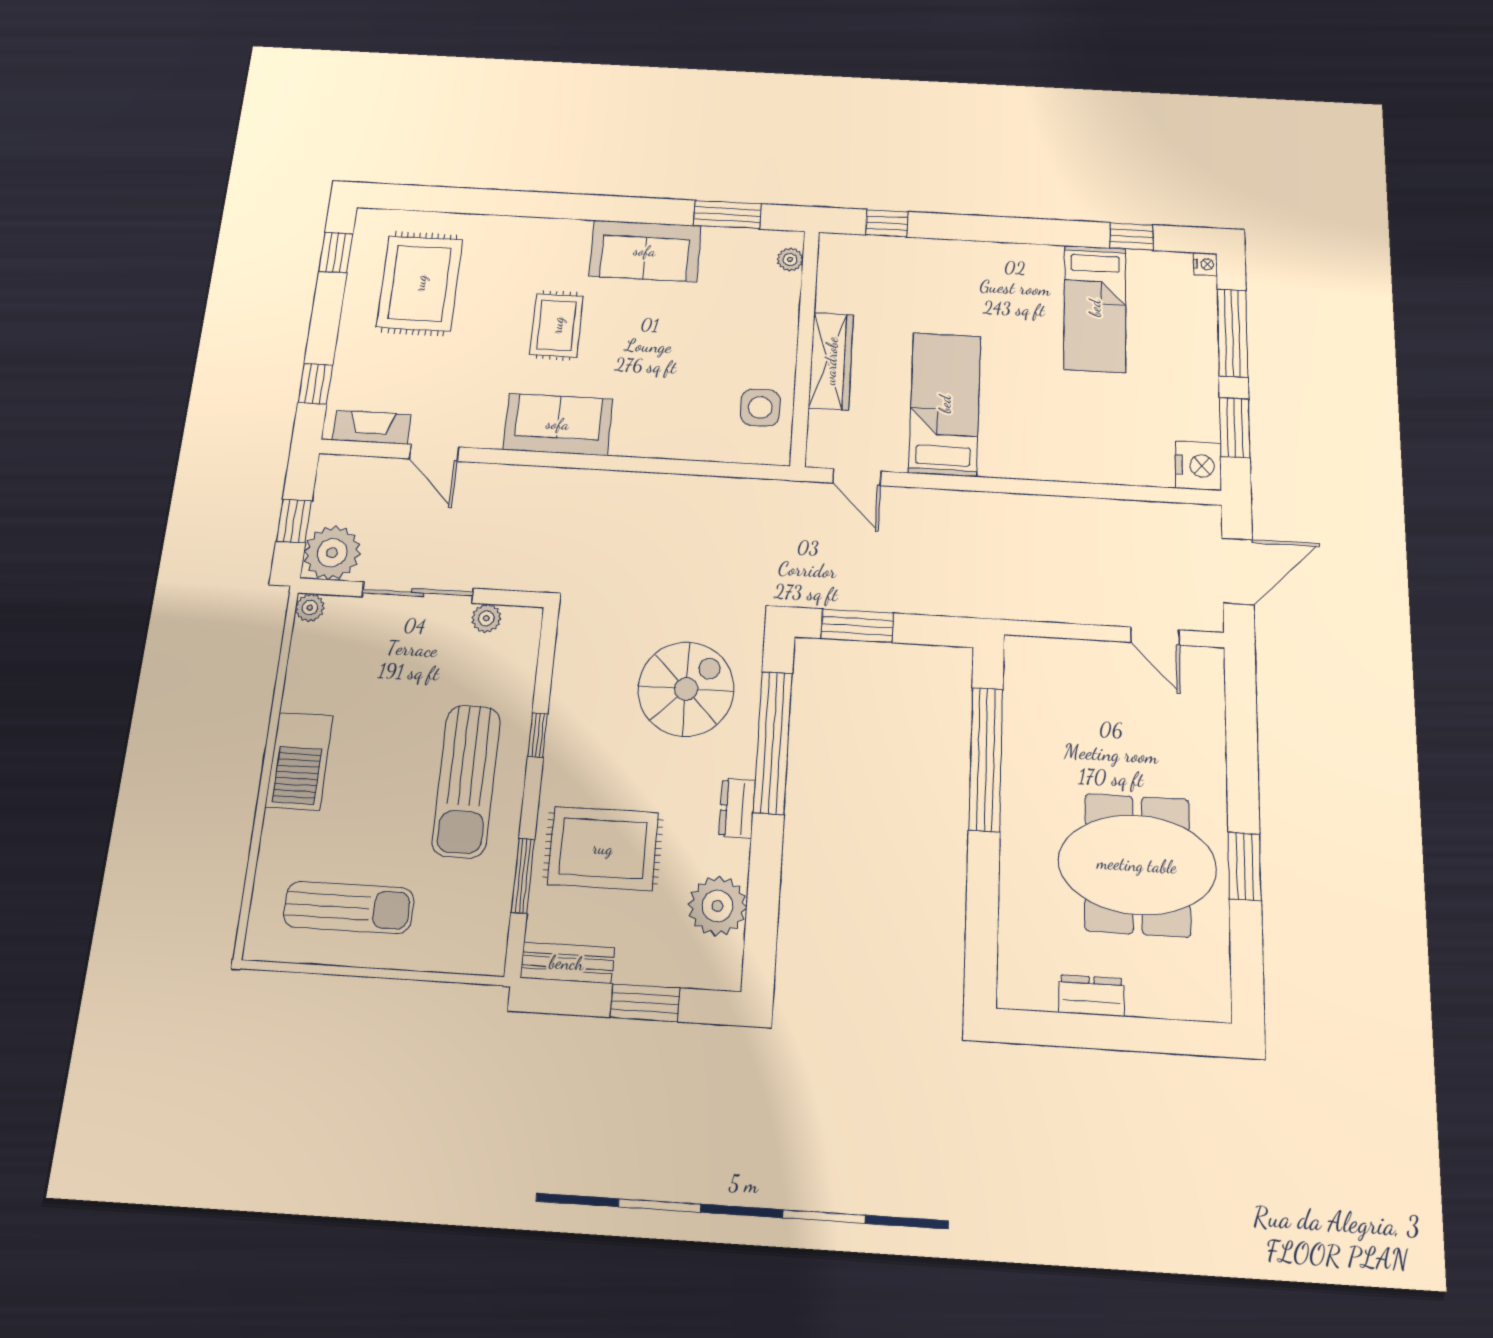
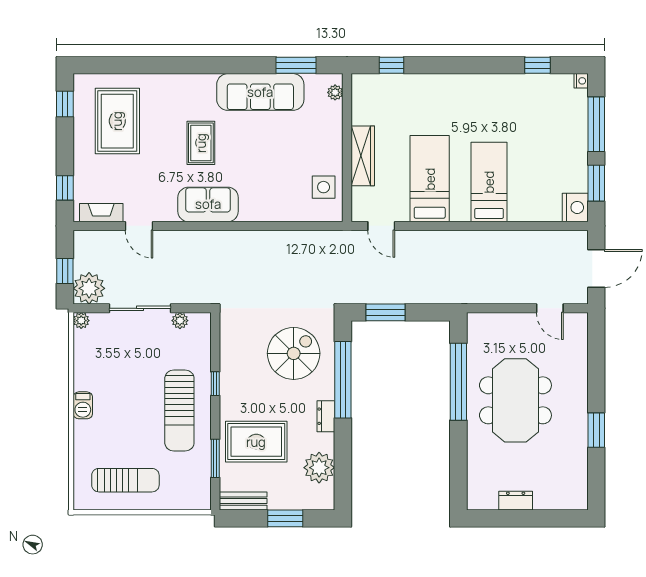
sofa: (645, 251) -> (260, 92), width x1.36
bed: (1095, 308) -> (489, 182), moved, turned 180
barbecue: (299, 761) -> (83, 405), width x0.53, depth x0.65
meeting table: (1137, 865) -> (515, 400), moved, turned 90

